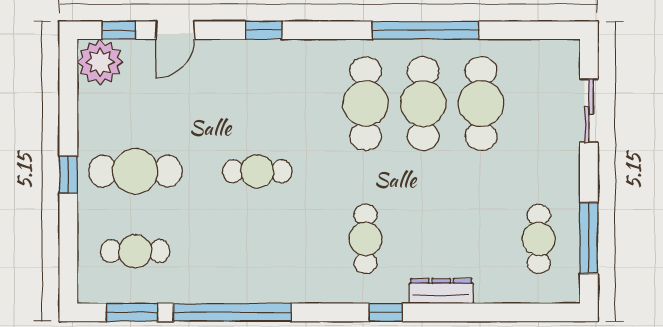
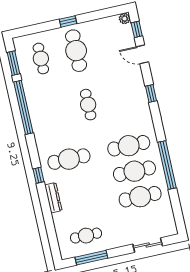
plant: (100, 62) -> (125, 19), width x0.53, depth x0.53
cafe table: (366, 239) -> (69, 159), width x1.37, depth x1.35

